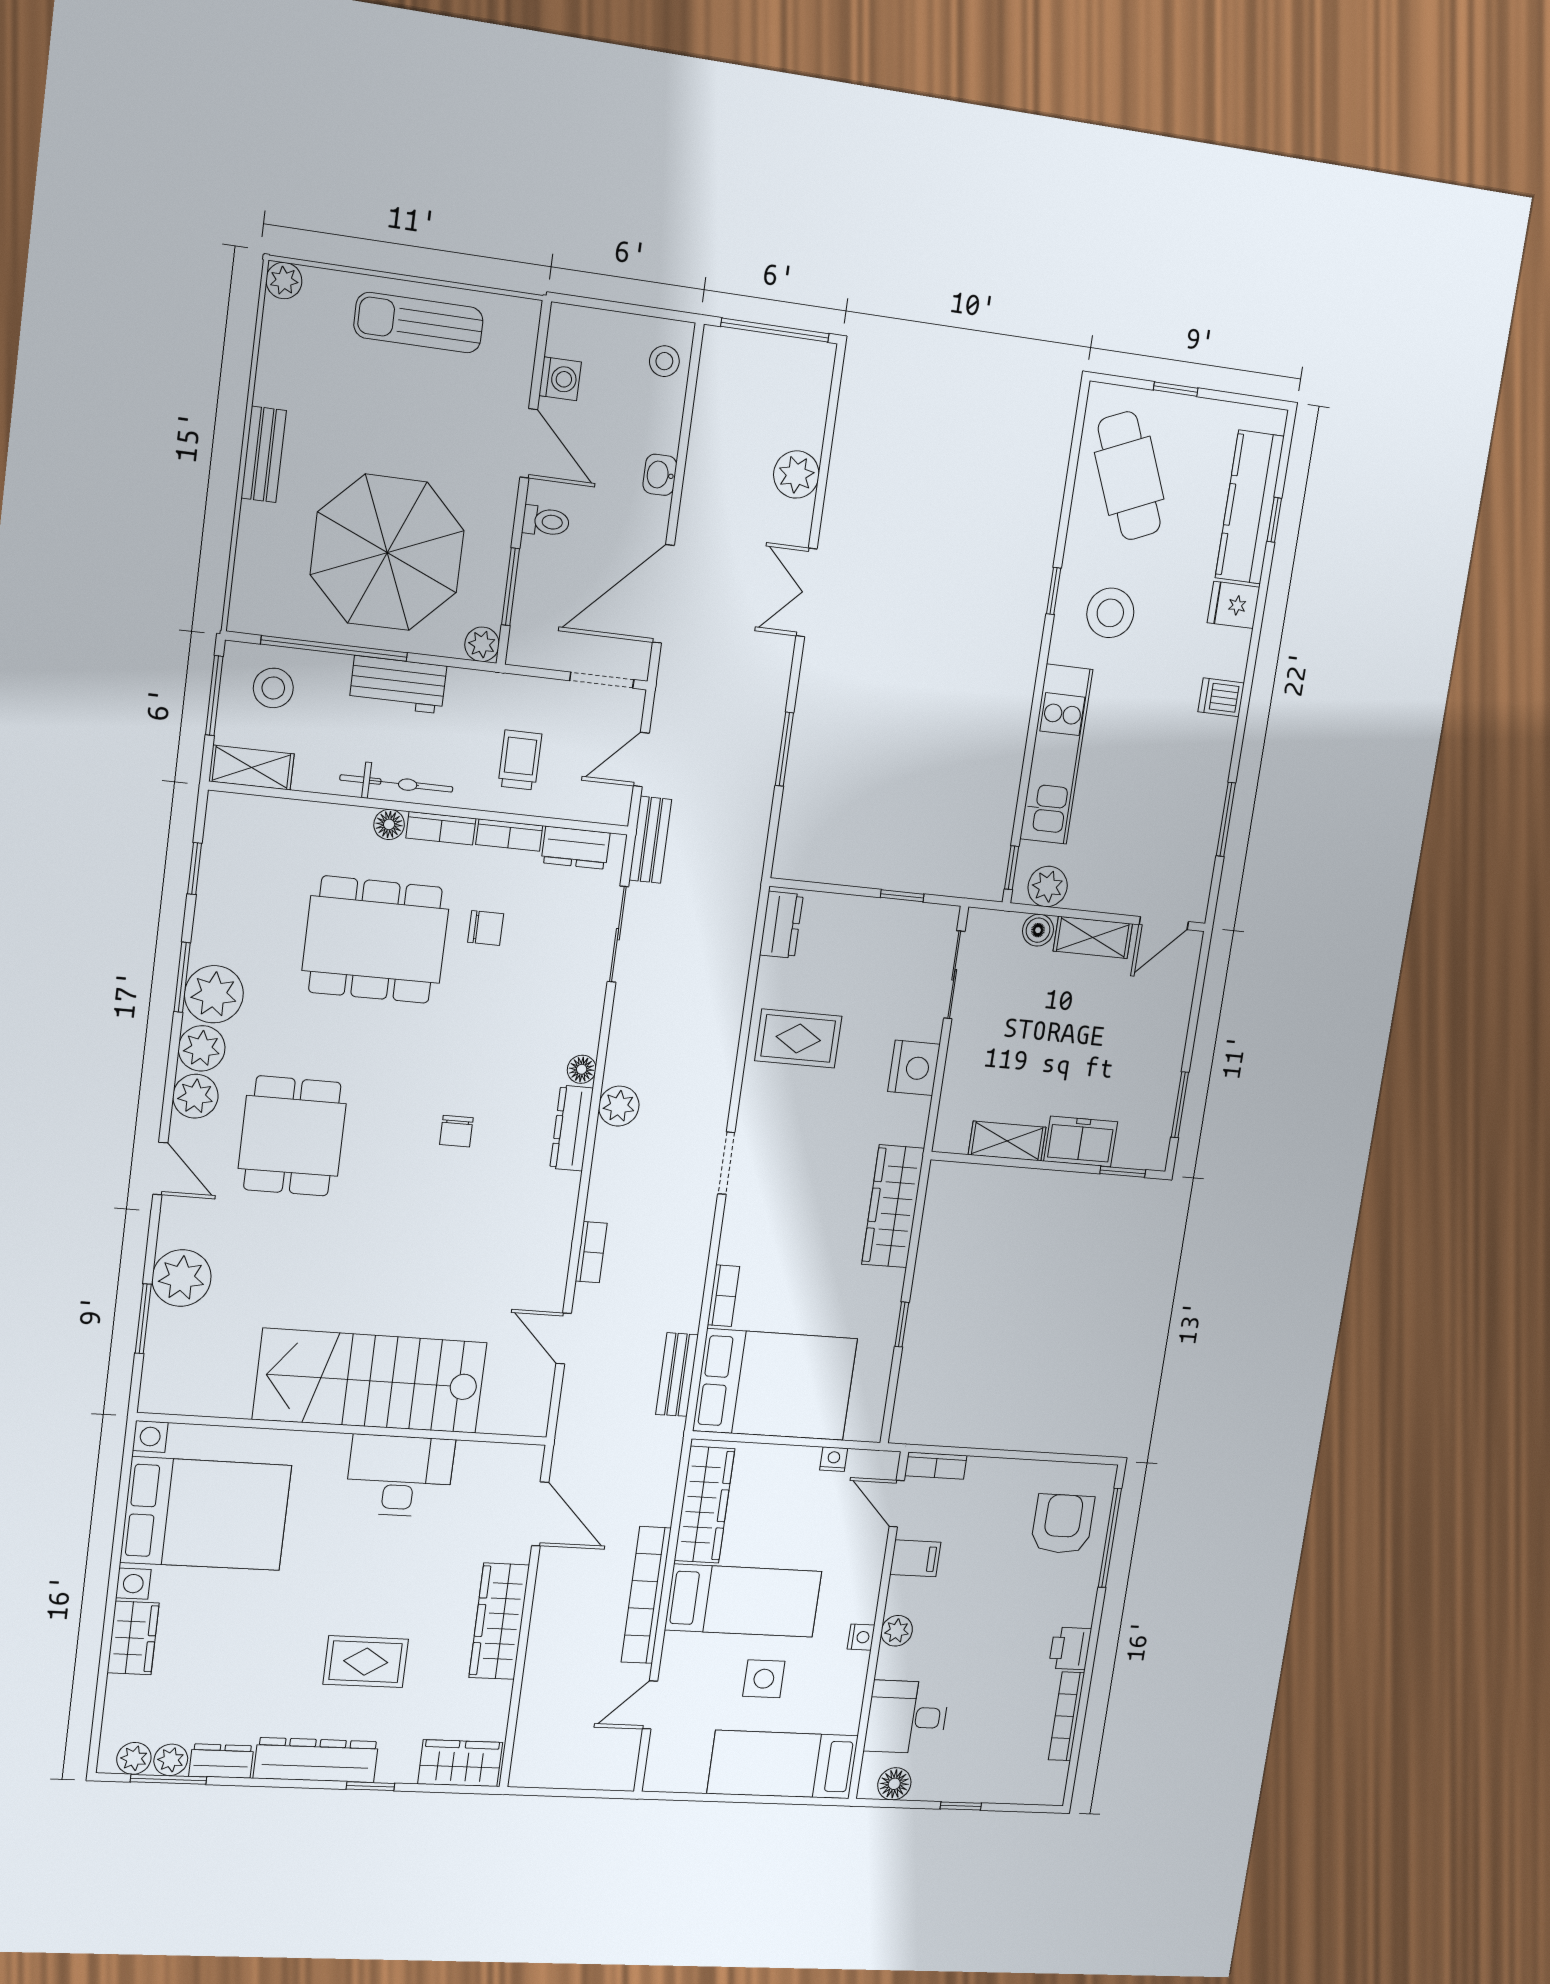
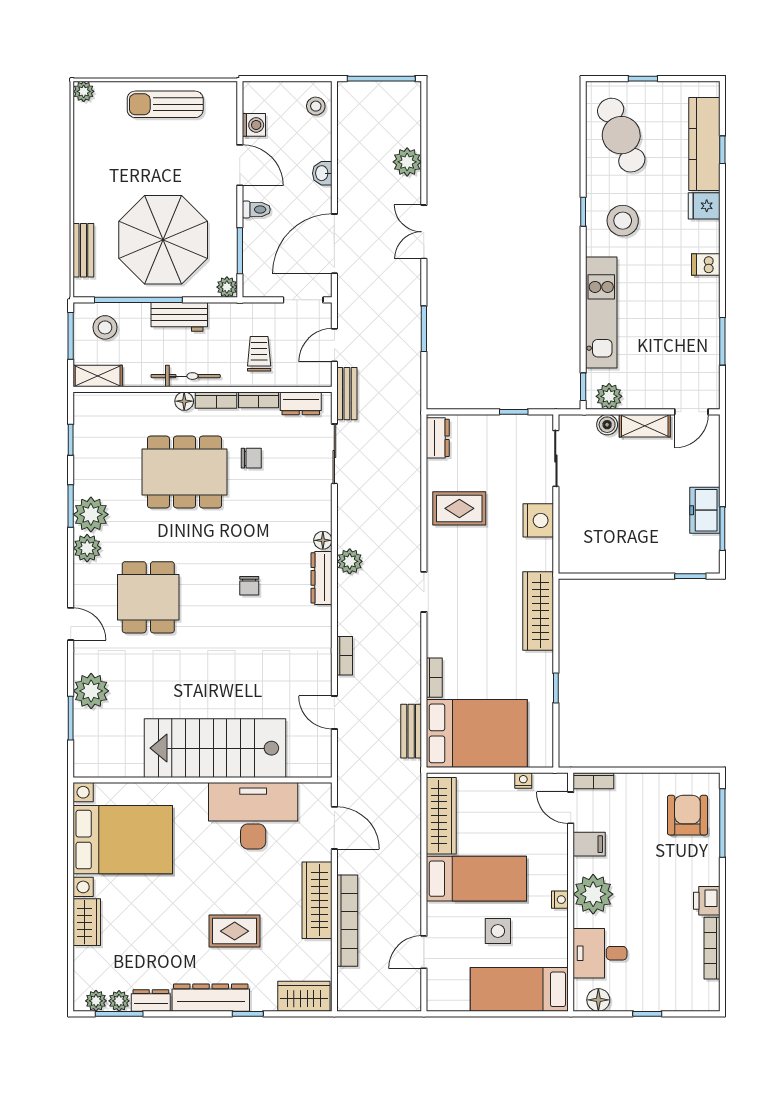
bench: (264, 454) -> (83, 250), moved
plant: (195, 1096) -> (87, 578), removed
shelving: (1007, 1141) -> (608, 562), removed
freezer: (1081, 1141) -> (705, 510), moved, turned -90
desk: (400, 1476) -> (253, 816), width x1.36, depth x1.30
bookcase: (646, 1595) -> (347, 921), moved, turned 180
plant: (897, 1631) -> (593, 894), width x1.87, depth x1.87

